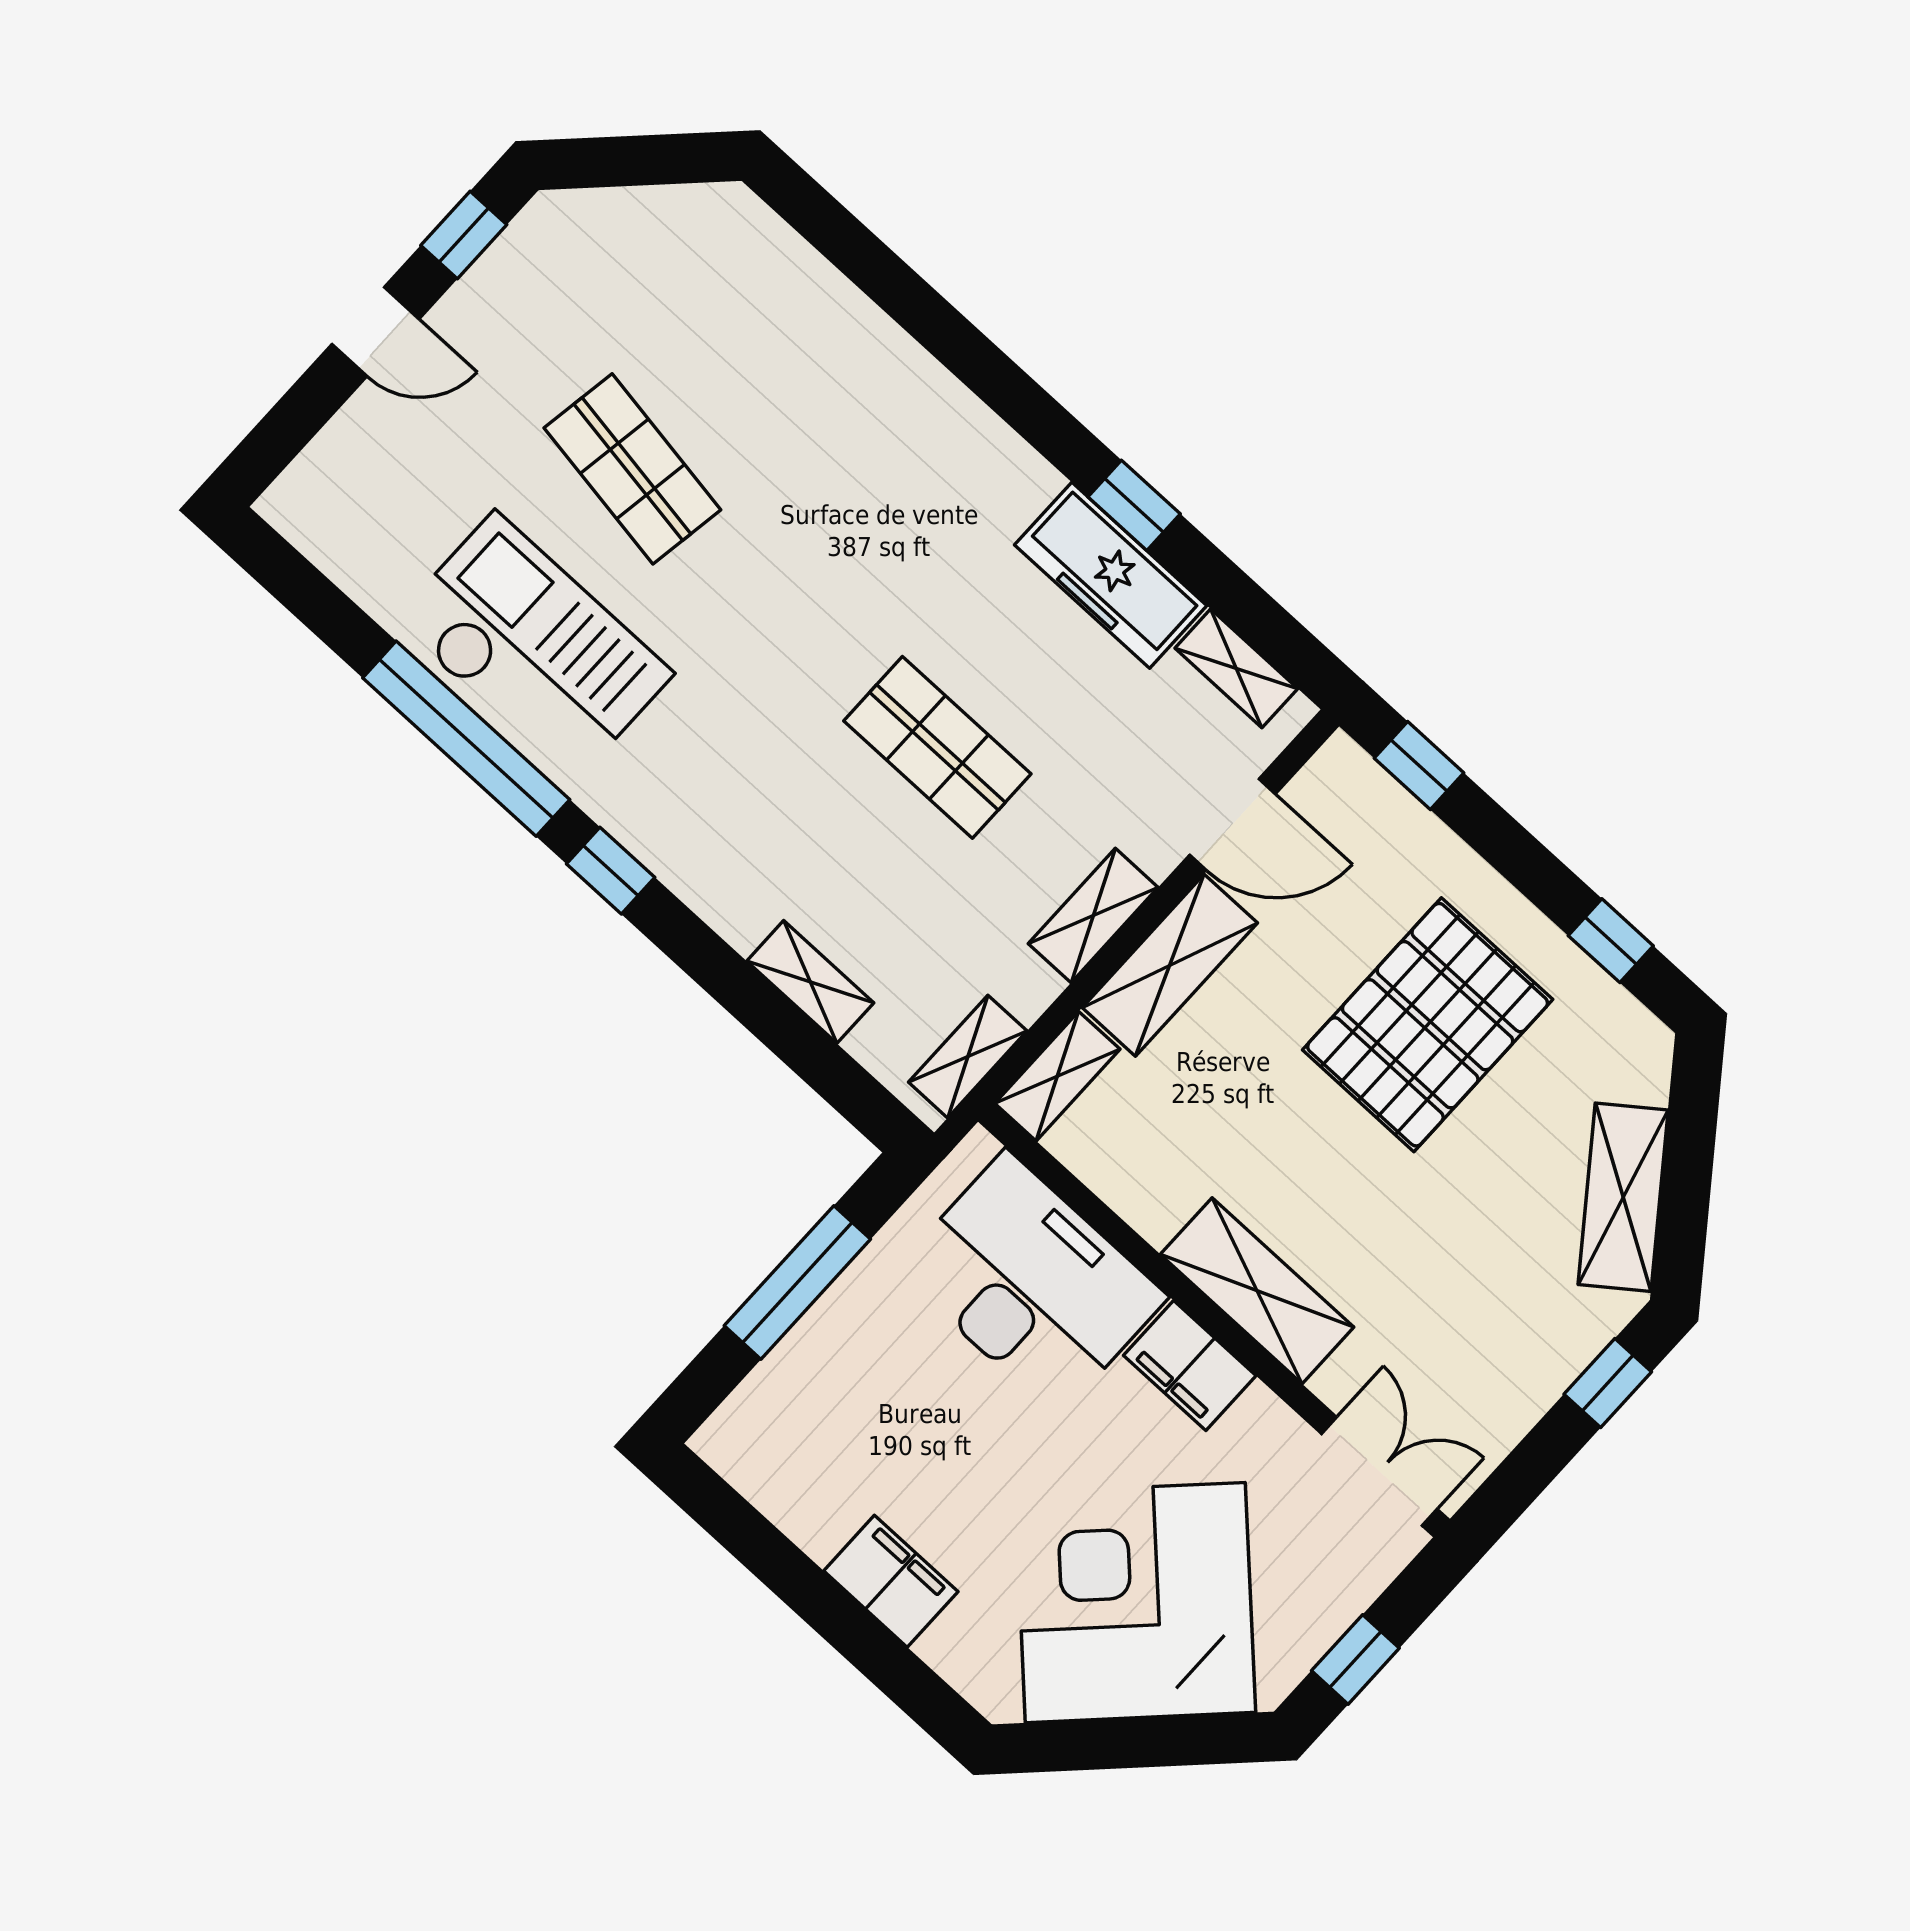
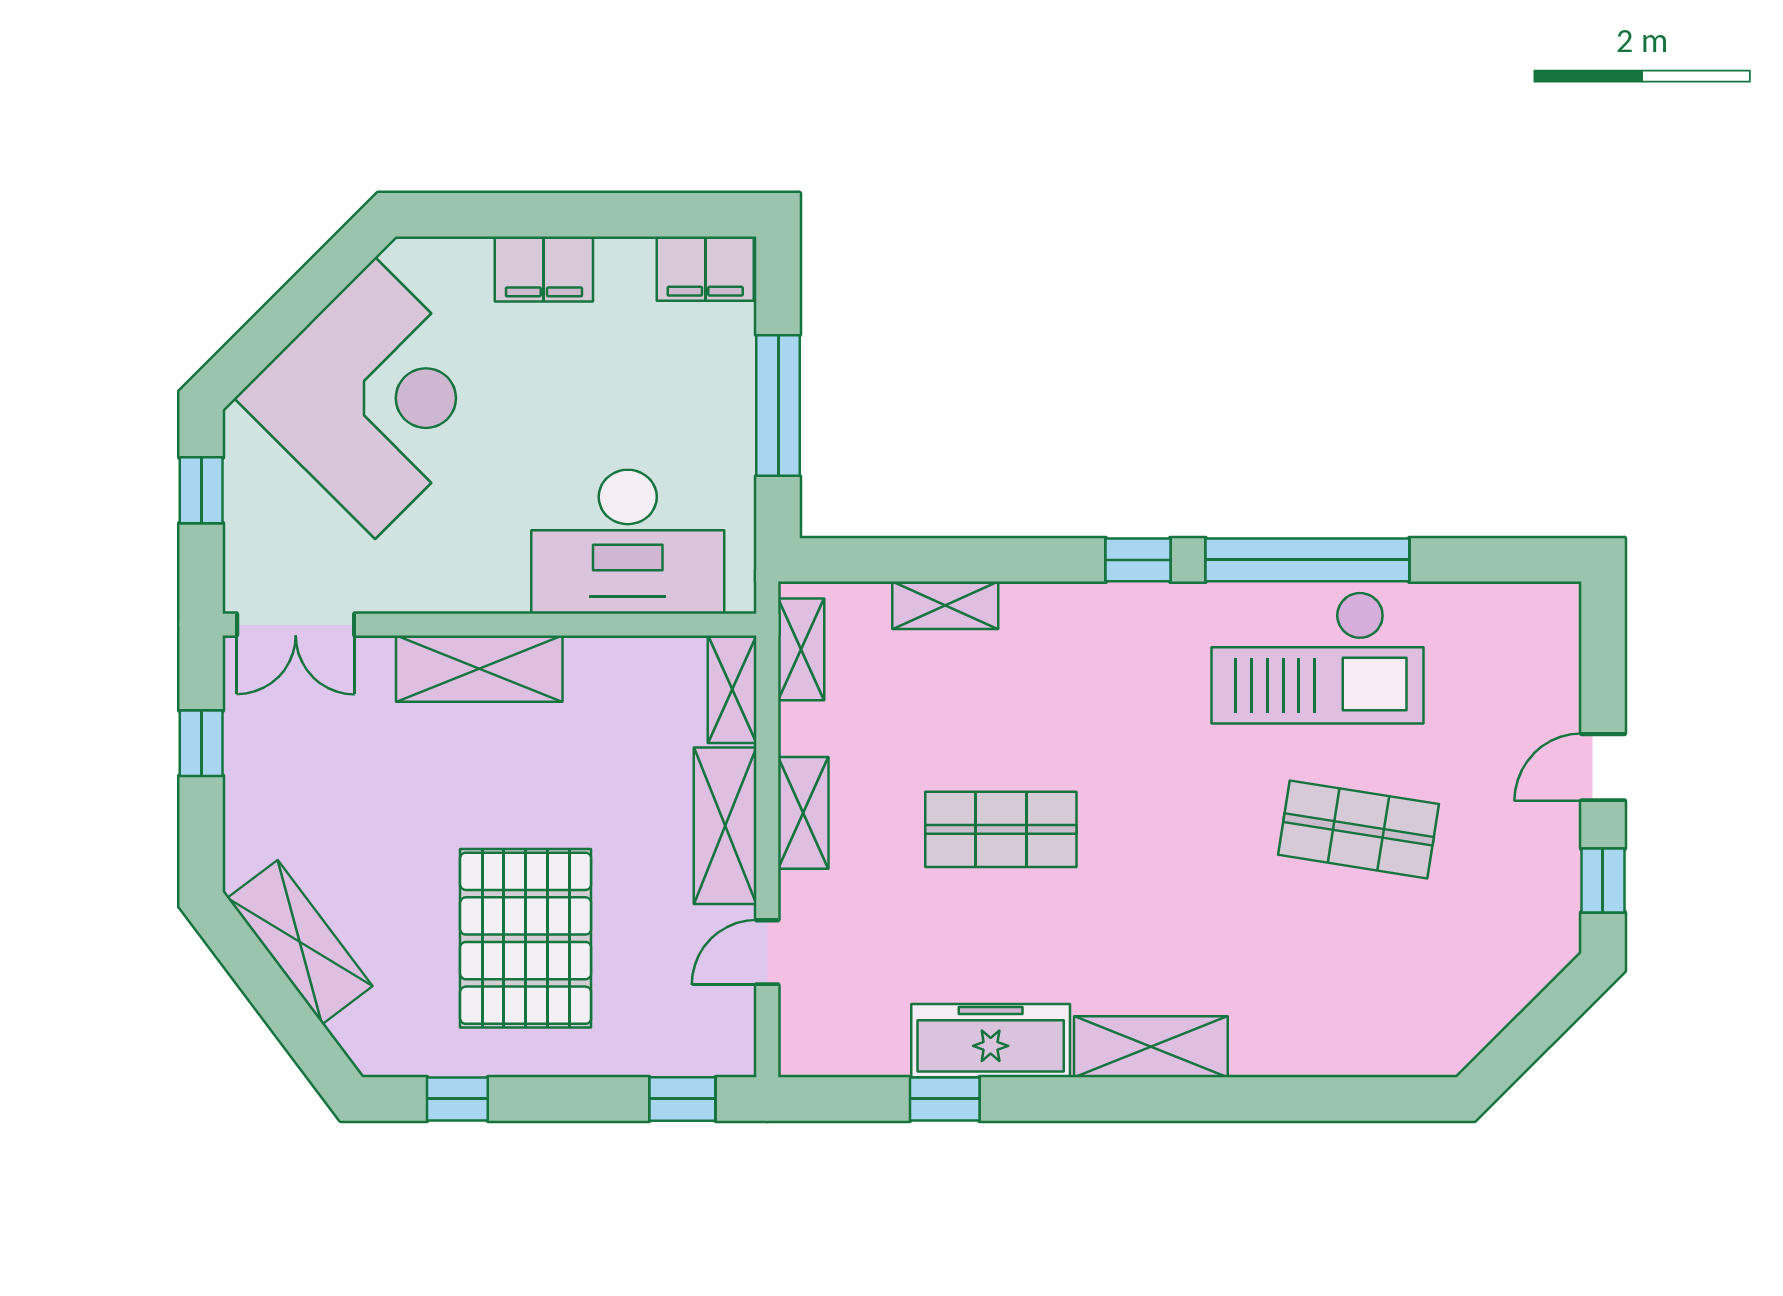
window: (1134, 505) -> (945, 1099), moved
shelving: (1236, 668) -> (1151, 1047), moved, width x1.50, depth x1.33
door: (1232, 824) -> (767, 952), width x0.73
filing cabinet: (1190, 1365) -> (705, 269), moved, turned 180
window: (1608, 1383) -> (201, 743), moved

